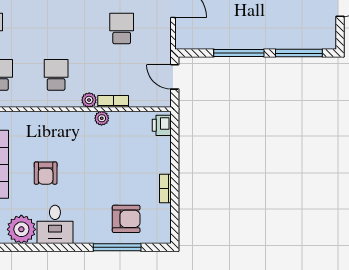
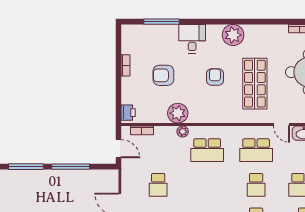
school desk: (56, 75) -> (207, 150), width x1.85
bookcase: (113, 101) -> (142, 130), moved
plant: (102, 118) -> (178, 113), width x1.87, depth x1.87
armchair: (126, 219) -> (163, 75), moved
desk: (55, 224) -> (192, 39), moved

